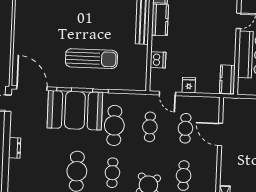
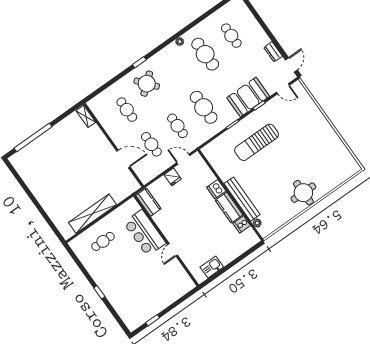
dishwasher: (158, 60) -> (216, 189), moved
door: (32, 88) -> (283, 89), width x0.53
booth: (75, 110) -> (248, 97), width x0.73, depth x0.70
dresser: (15, 148) -> (273, 52), moved
cafe table: (112, 173) -> (231, 36), moved

